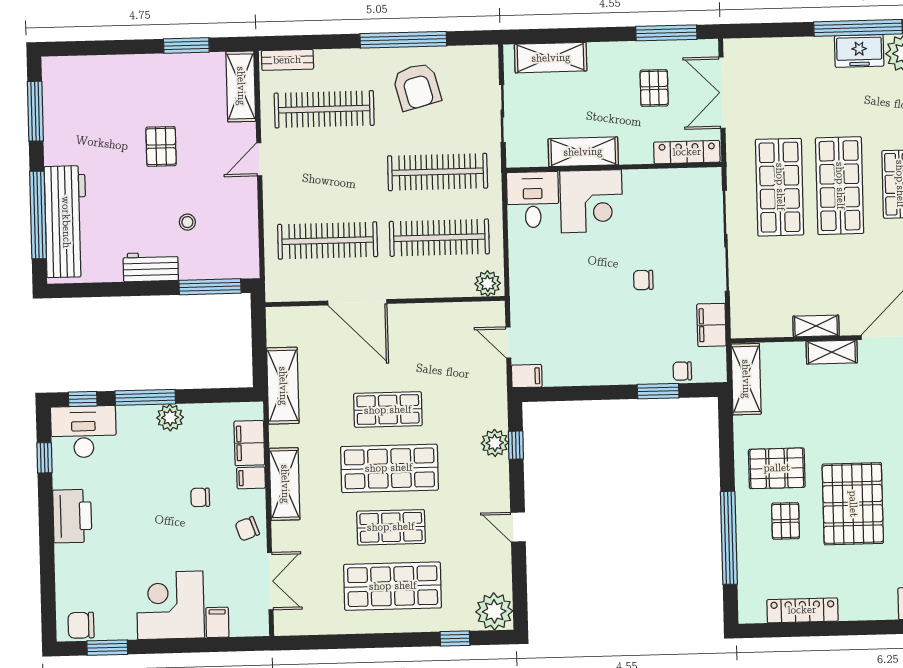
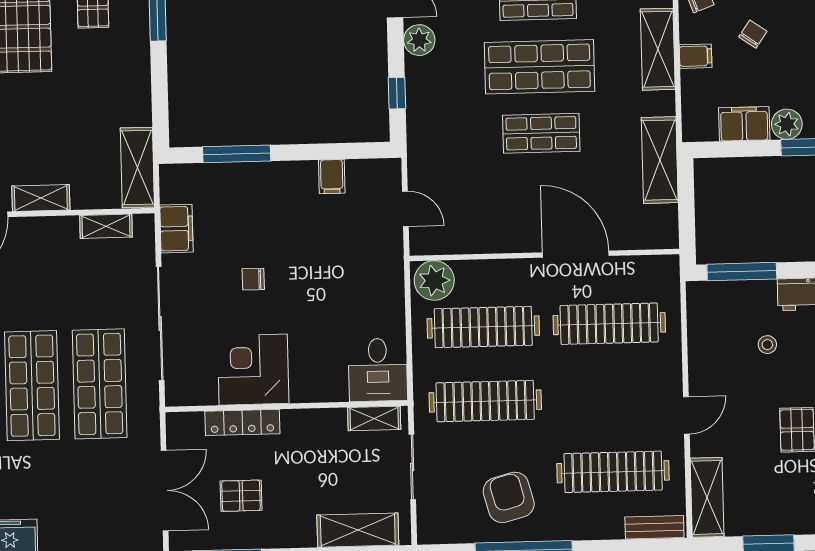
pallet: (654, 88) -> (241, 496), turned 90
shelving: (583, 152) -> (374, 418), moved, width x0.67, depth x0.75
locker: (687, 152) -> (242, 422), moved
corner desk: (591, 201) -> (253, 370), moved
chair: (643, 280) -> (253, 279), turned 180
plant: (488, 283) -> (434, 280), width x1.36, depth x1.36
shelving: (816, 326) -> (106, 226), moved
chair: (682, 371) -> (209, 177), removed
filing cabinet: (527, 376) -> (332, 177), moved, turned -90
window: (658, 391) -> (237, 154), width x1.44
filing cabinet: (249, 443) -> (744, 124), moved, turned -90
plant: (495, 443) -> (419, 40), moved
pallet: (777, 468) -> (103, 67), removed
chair: (200, 497) -> (753, 34), turned -55

